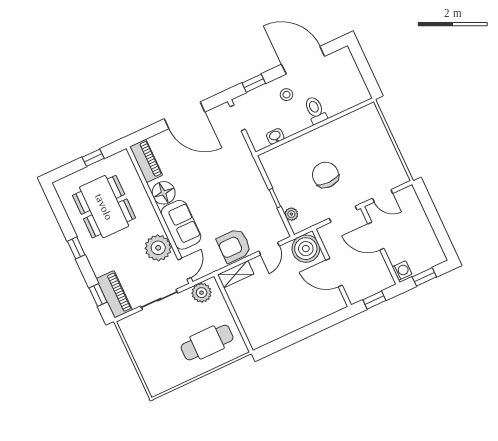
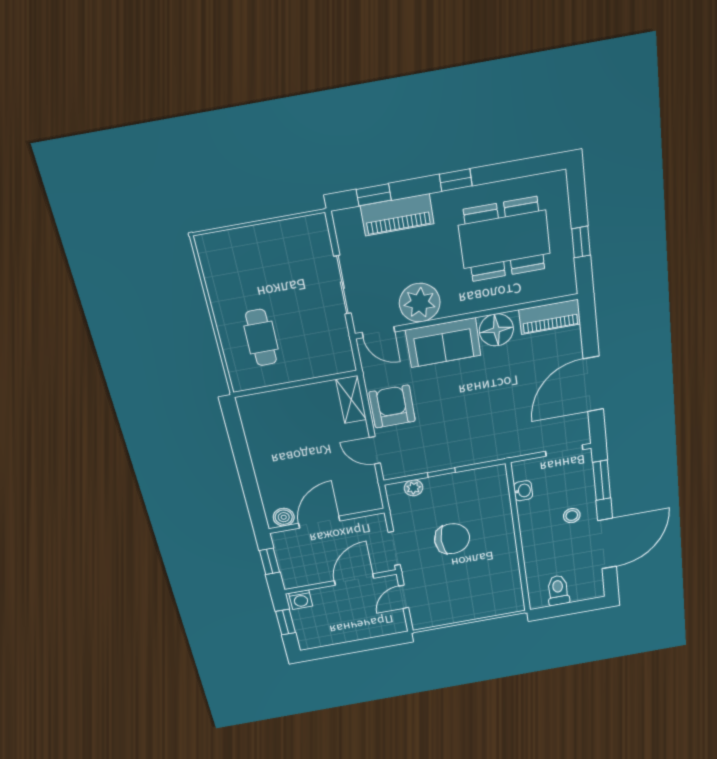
window: (254, 83) -> (602, 480), width x1.50
toilet: (315, 110) -> (558, 590), moved, turned -90
boiler: (306, 249) -> (284, 517), moved, width x0.54, depth x0.54
plant: (202, 293) -> (337, 347), removed
piano: (114, 294) -> (397, 215), moved
cafe table: (207, 343) -> (261, 338), width x0.73, depth x0.74

